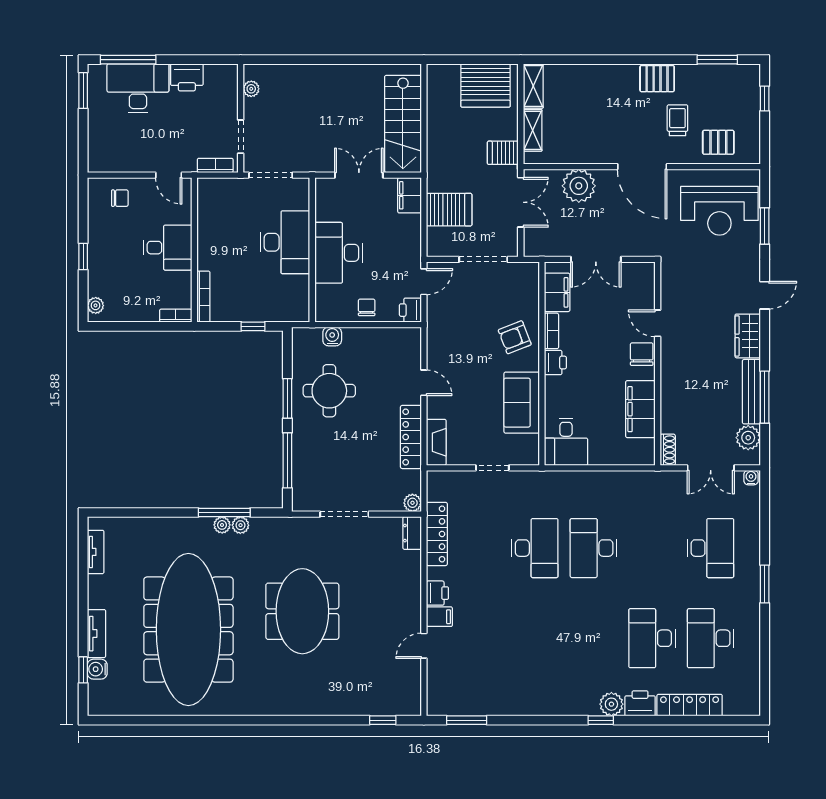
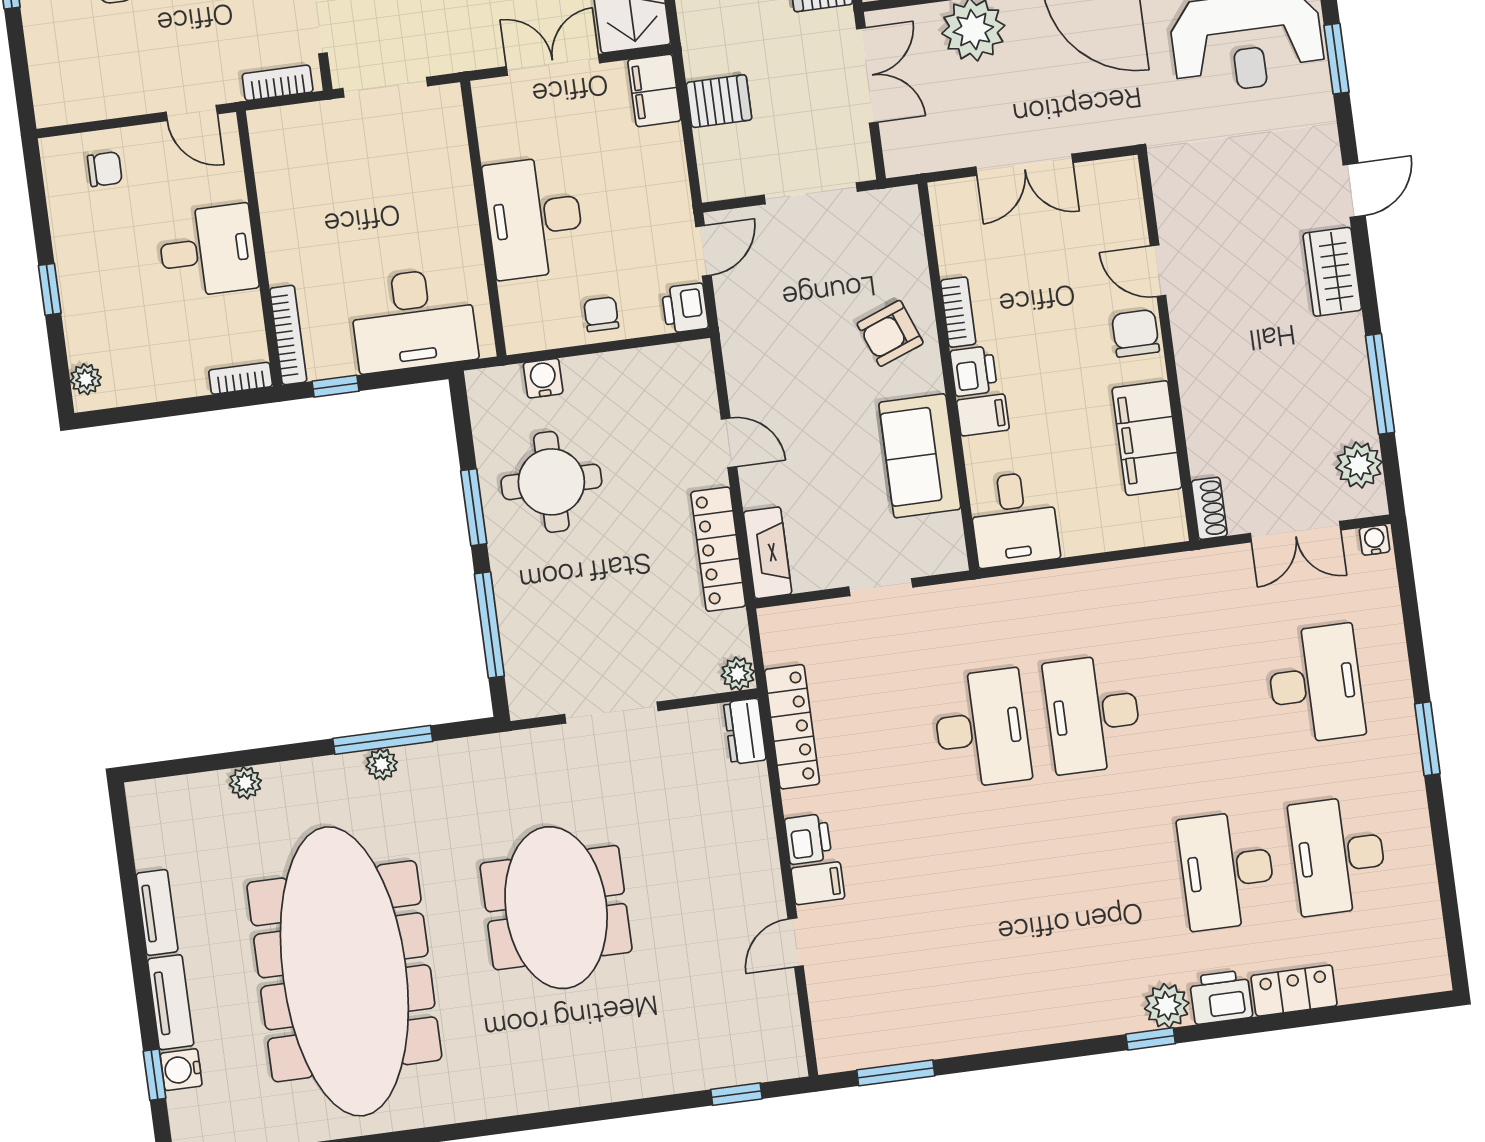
server rack: (449, 210) -> (719, 101), width x0.73, depth x0.70
desk: (285, 242) -> (413, 320), moved, turned 90
filing cabinet: (557, 292) -> (983, 415), moved, width x0.50
window: (253, 326) -> (335, 386), moved
bench: (751, 392) -> (1353, 377), removed
plant: (240, 525) -> (245, 783), moved
tv unit: (96, 552) -> (157, 912), moved
locker: (690, 705) -> (1294, 991), width x0.66

